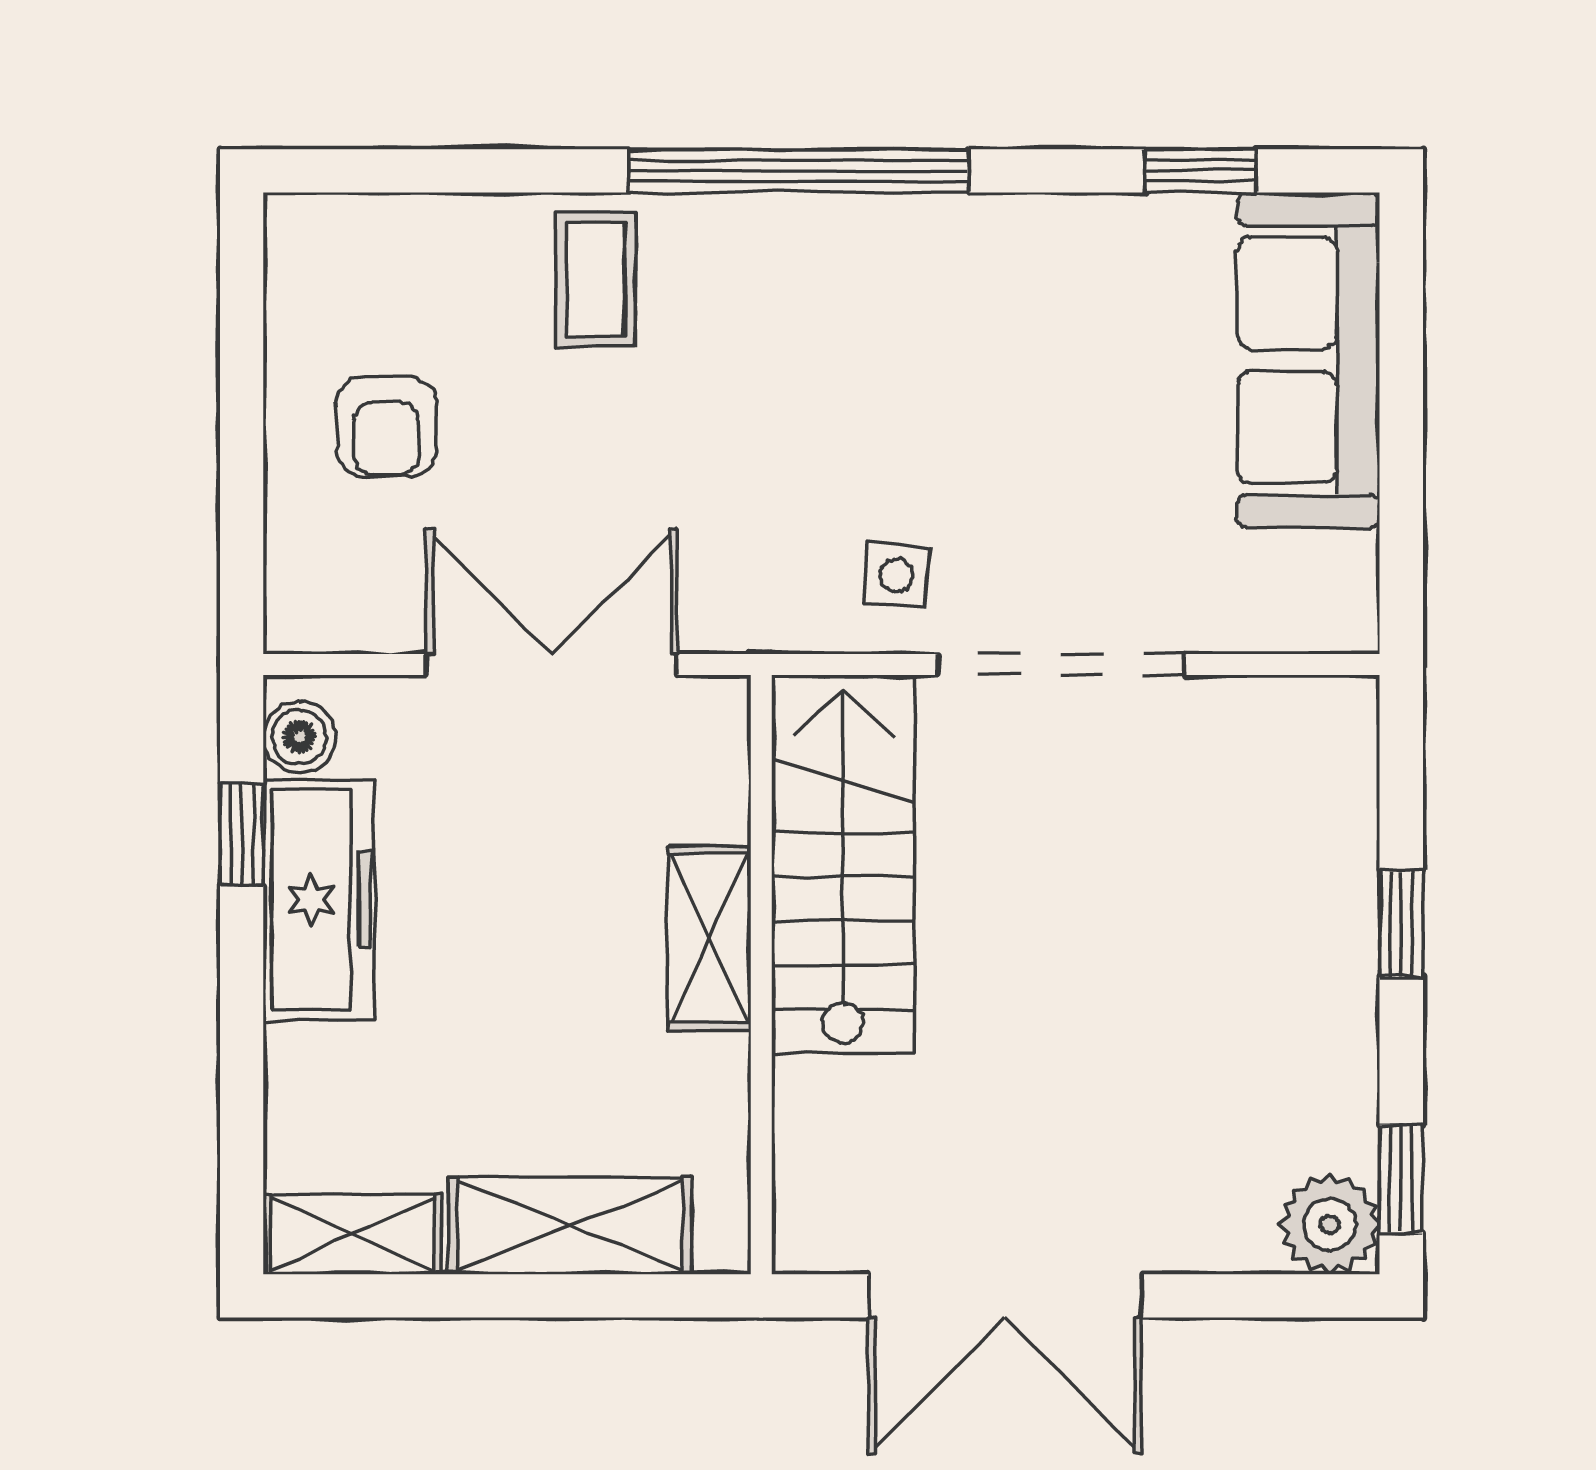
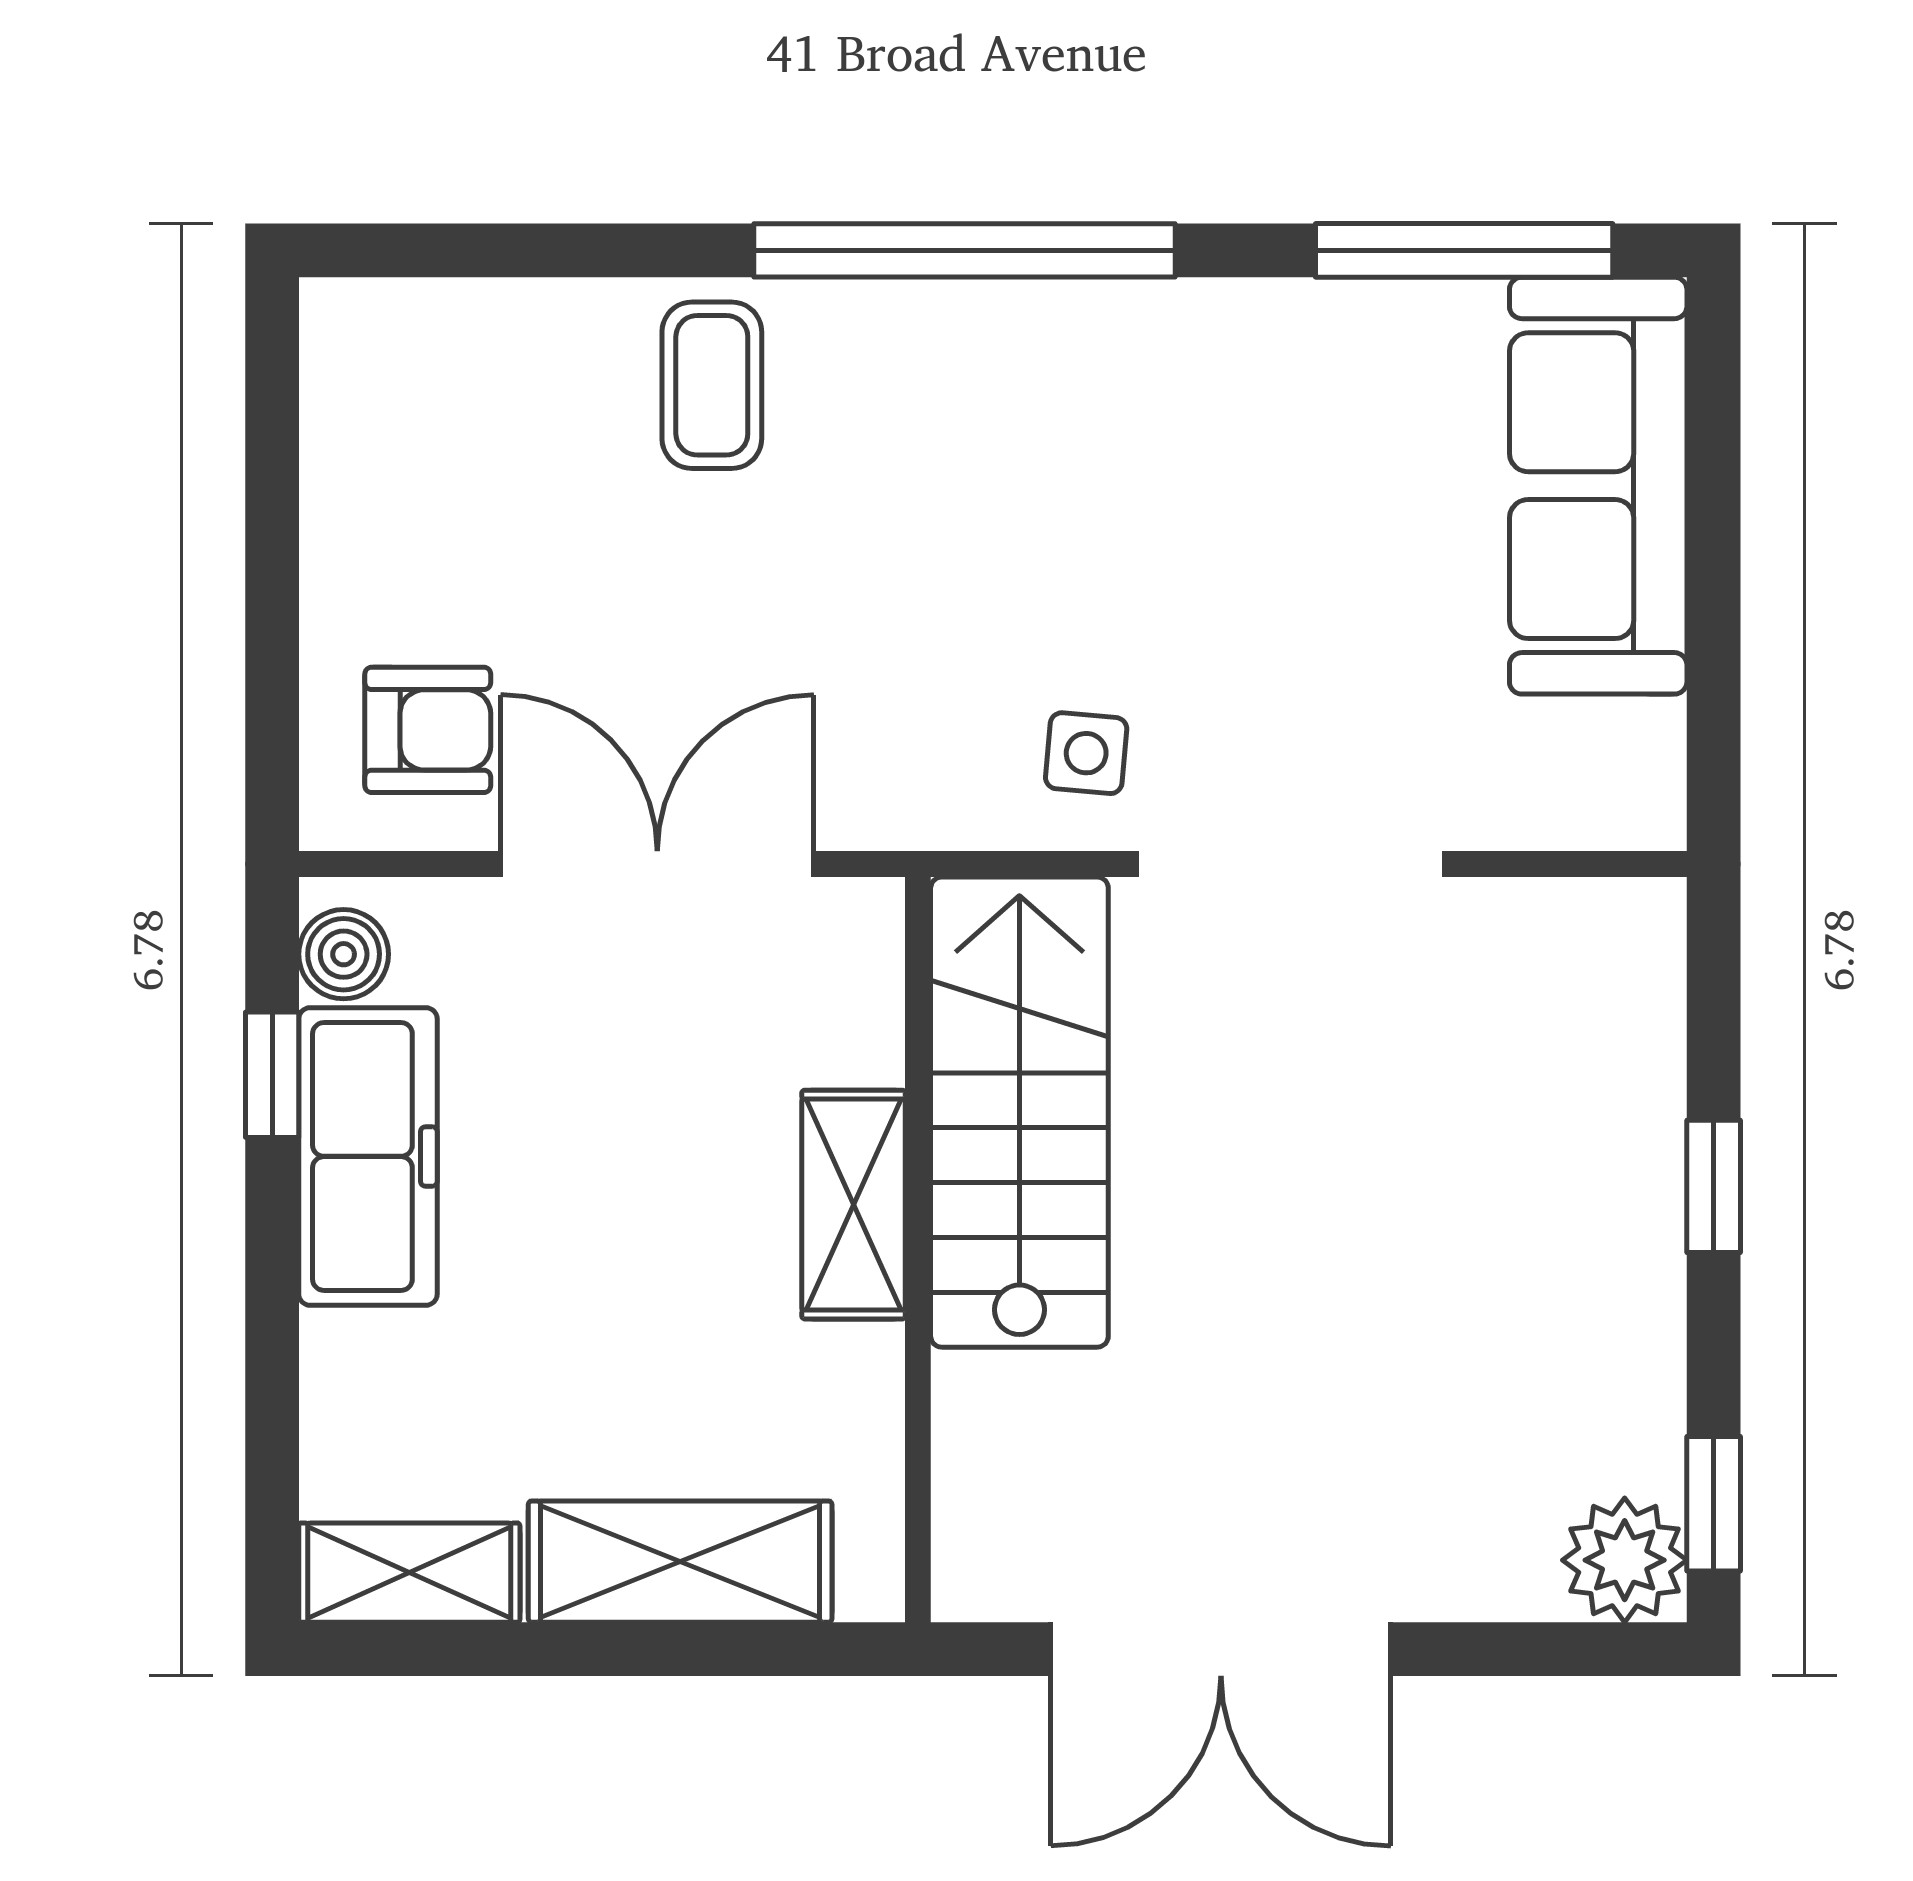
window: (1201, 171) -> (1464, 250), width x2.17
armchair: (386, 426) -> (428, 730), moved, turned -90

